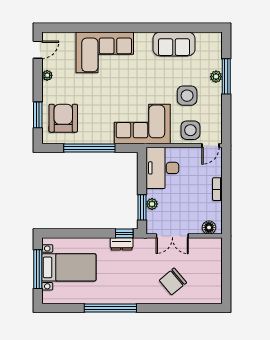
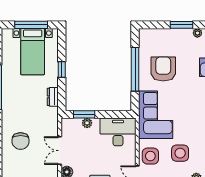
window: (38, 115) -> (181, 25), moved
armchair: (63, 118) -> (163, 69), moved, turned -90
window: (124, 233) -> (62, 69), moved
double door: (172, 236) -> (60, 151), moved
chair: (173, 281) -> (21, 141), turned -140

